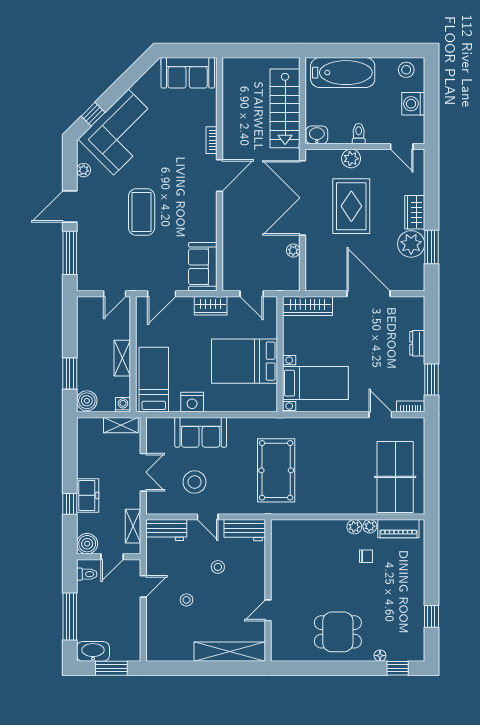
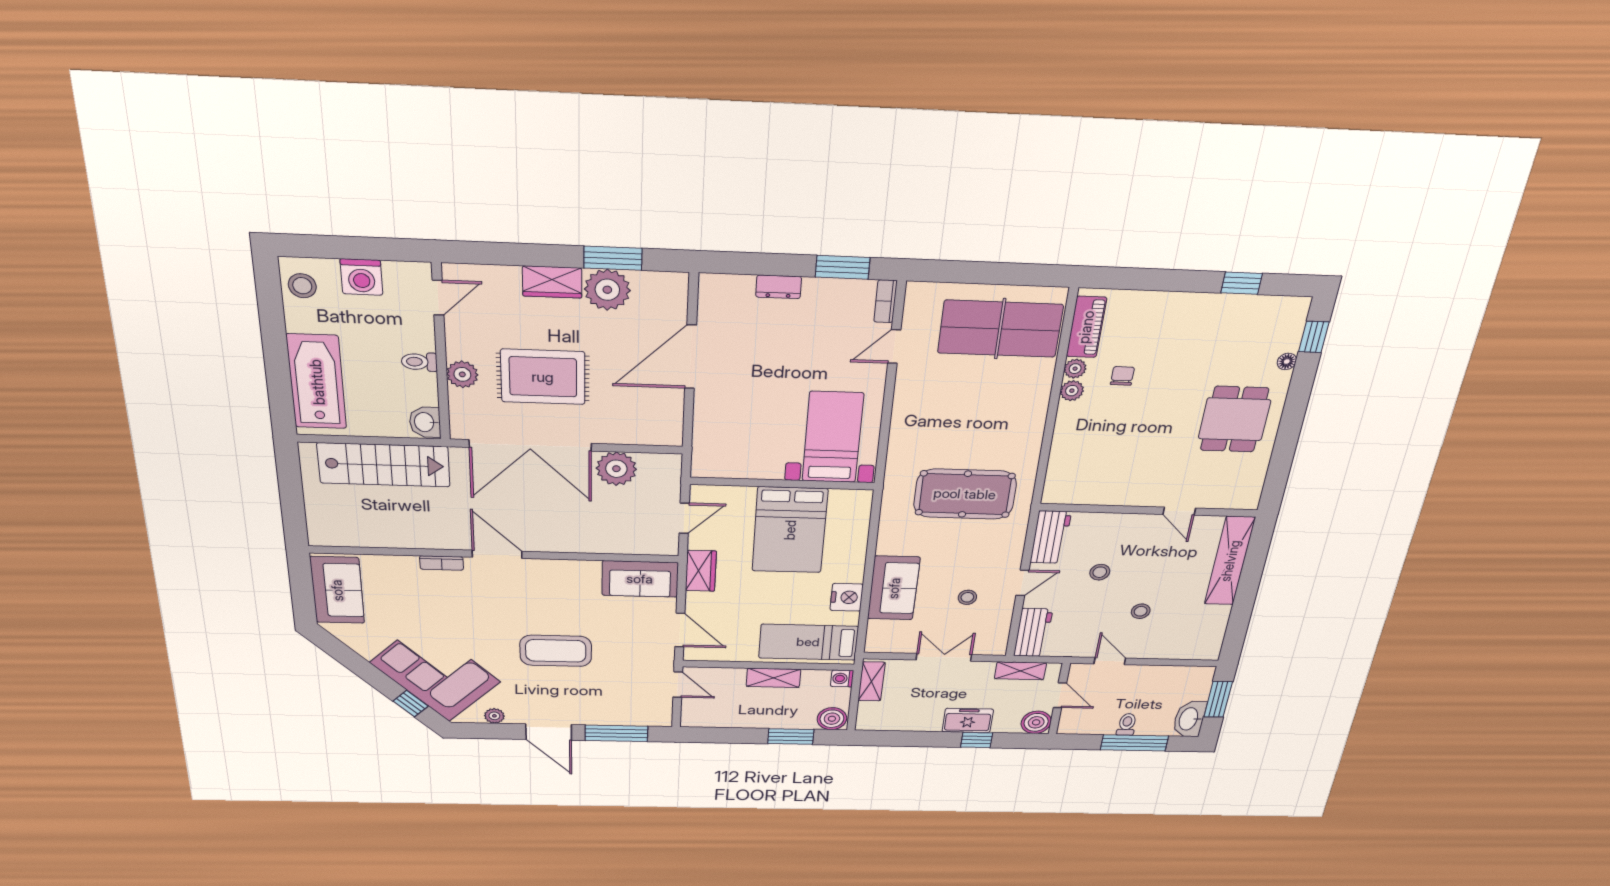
plant: (293, 251) -> (616, 469), width x1.87, depth x1.87
wardrobe: (308, 306) -> (707, 444), removed
stool: (195, 482) -> (967, 597), width x0.53, depth x0.53
toilet: (87, 574) -> (1127, 724), moved

